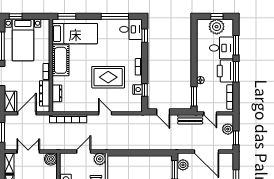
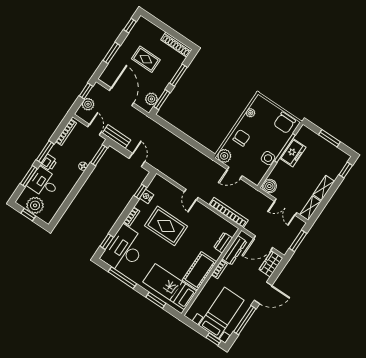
window: (67, 16) -> (156, 300), moved
desk: (131, 29) -> (124, 250), width x1.87, depth x1.30
printer: (225, 71) -> (49, 162), width x0.53, depth x0.68

